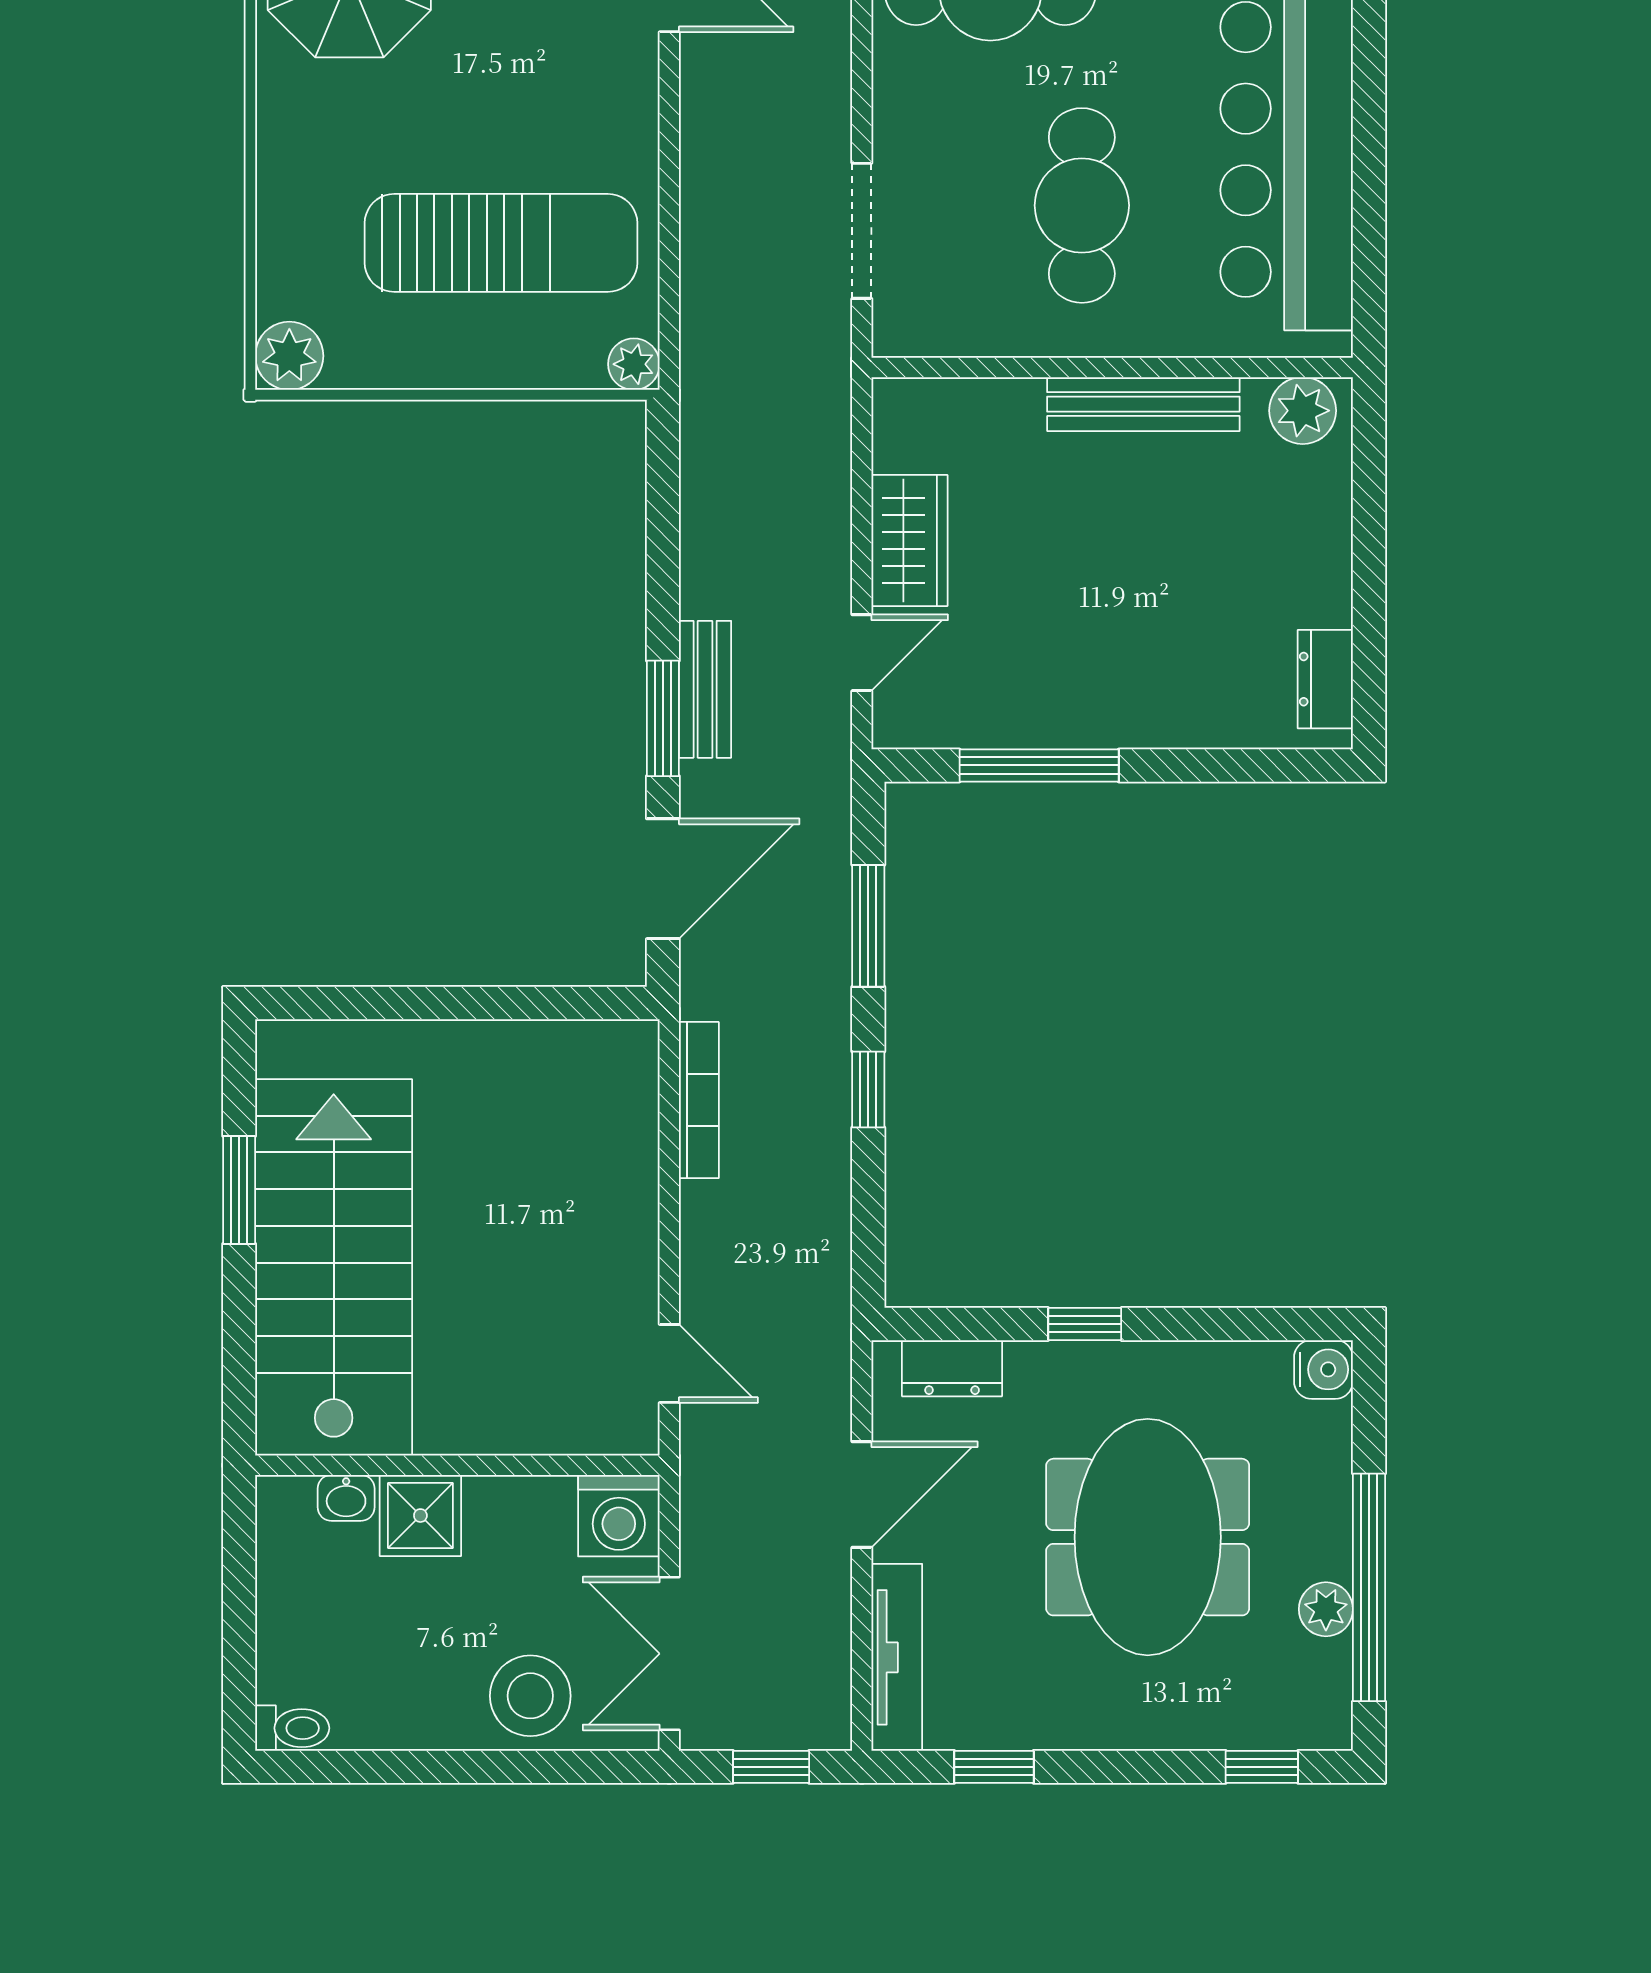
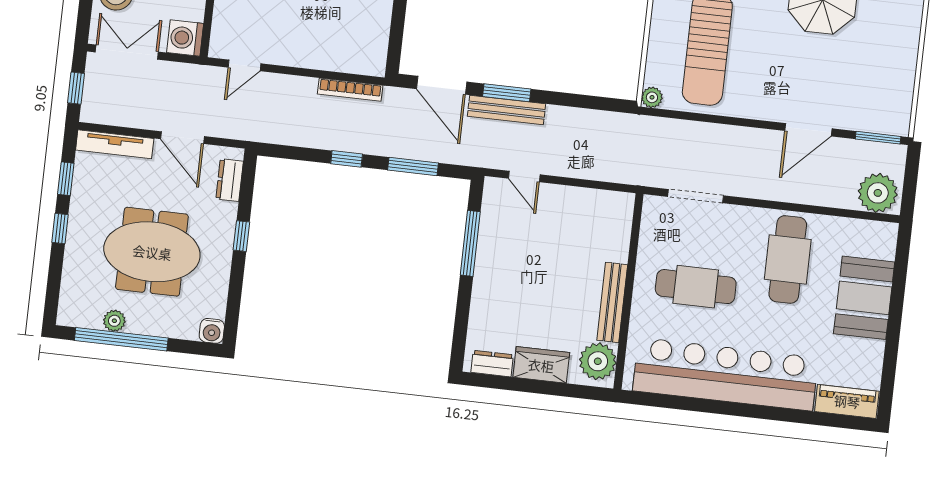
plant: (1303, 411) -> (598, 361), width x1.36, depth x1.36
wardrobe: (909, 541) -> (541, 365), moved, turned 180
bench: (705, 689) -> (507, 110), width x1.36
window: (1262, 1767) -> (60, 229), moved

